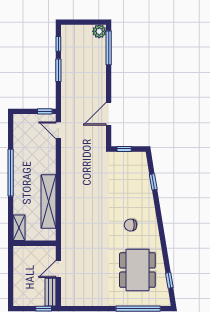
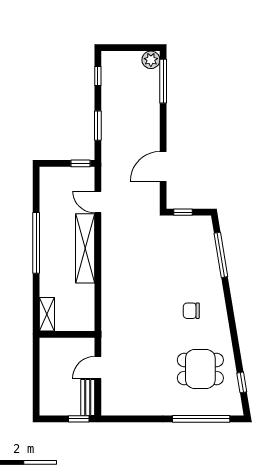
window: (58, 70) -> (98, 126), moved
door: (58, 130) -> (98, 202), moved
window: (153, 182) -> (221, 255), width x2.17
shelving: (48, 202) -> (85, 248), moved
dining table: (137, 270) -> (200, 369), width x0.73

